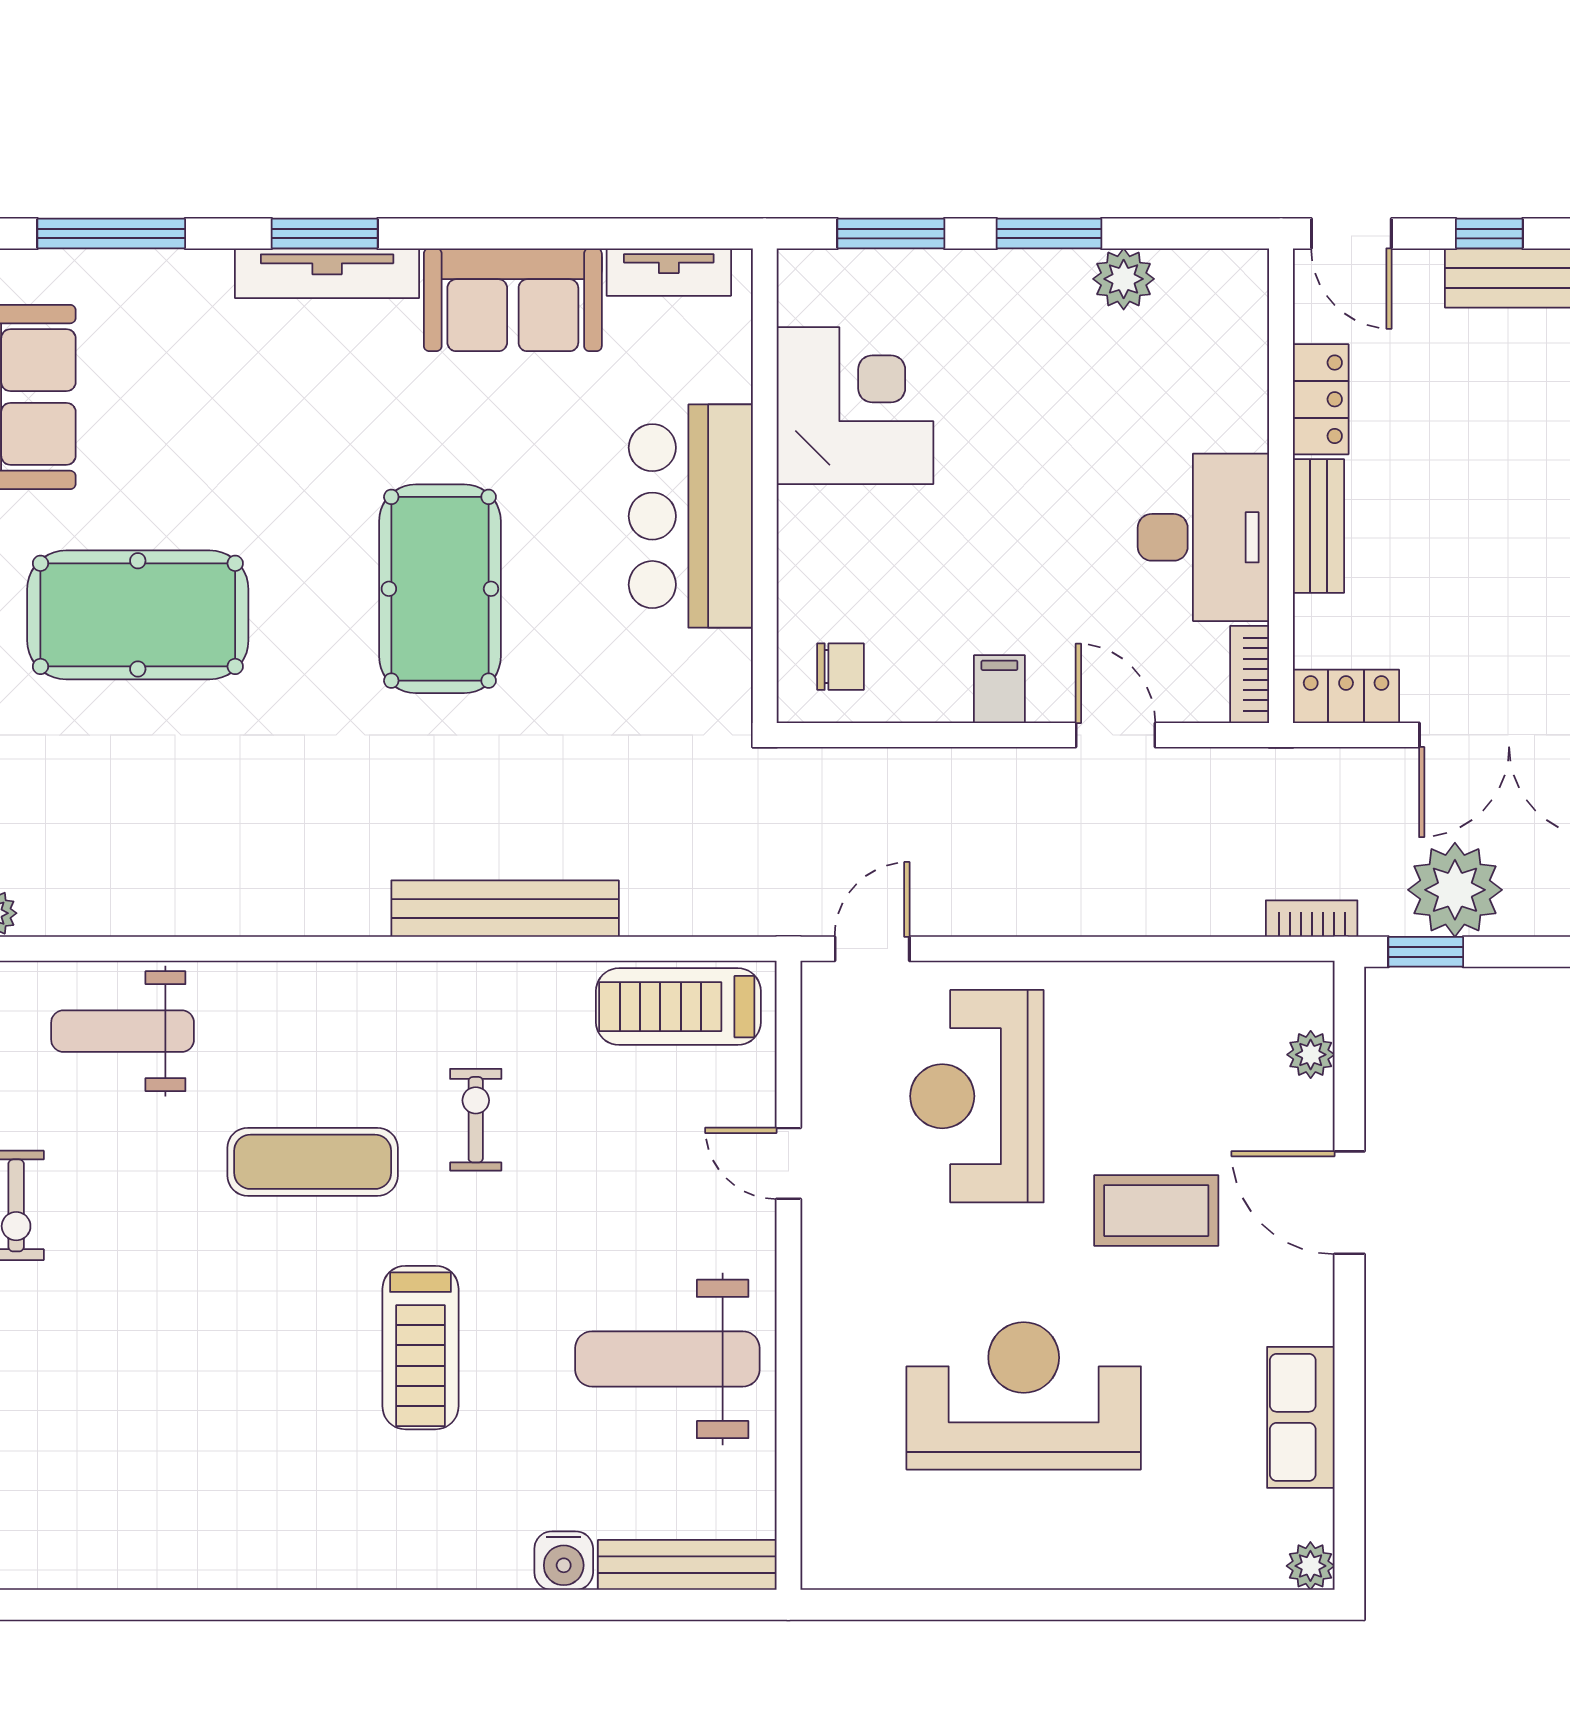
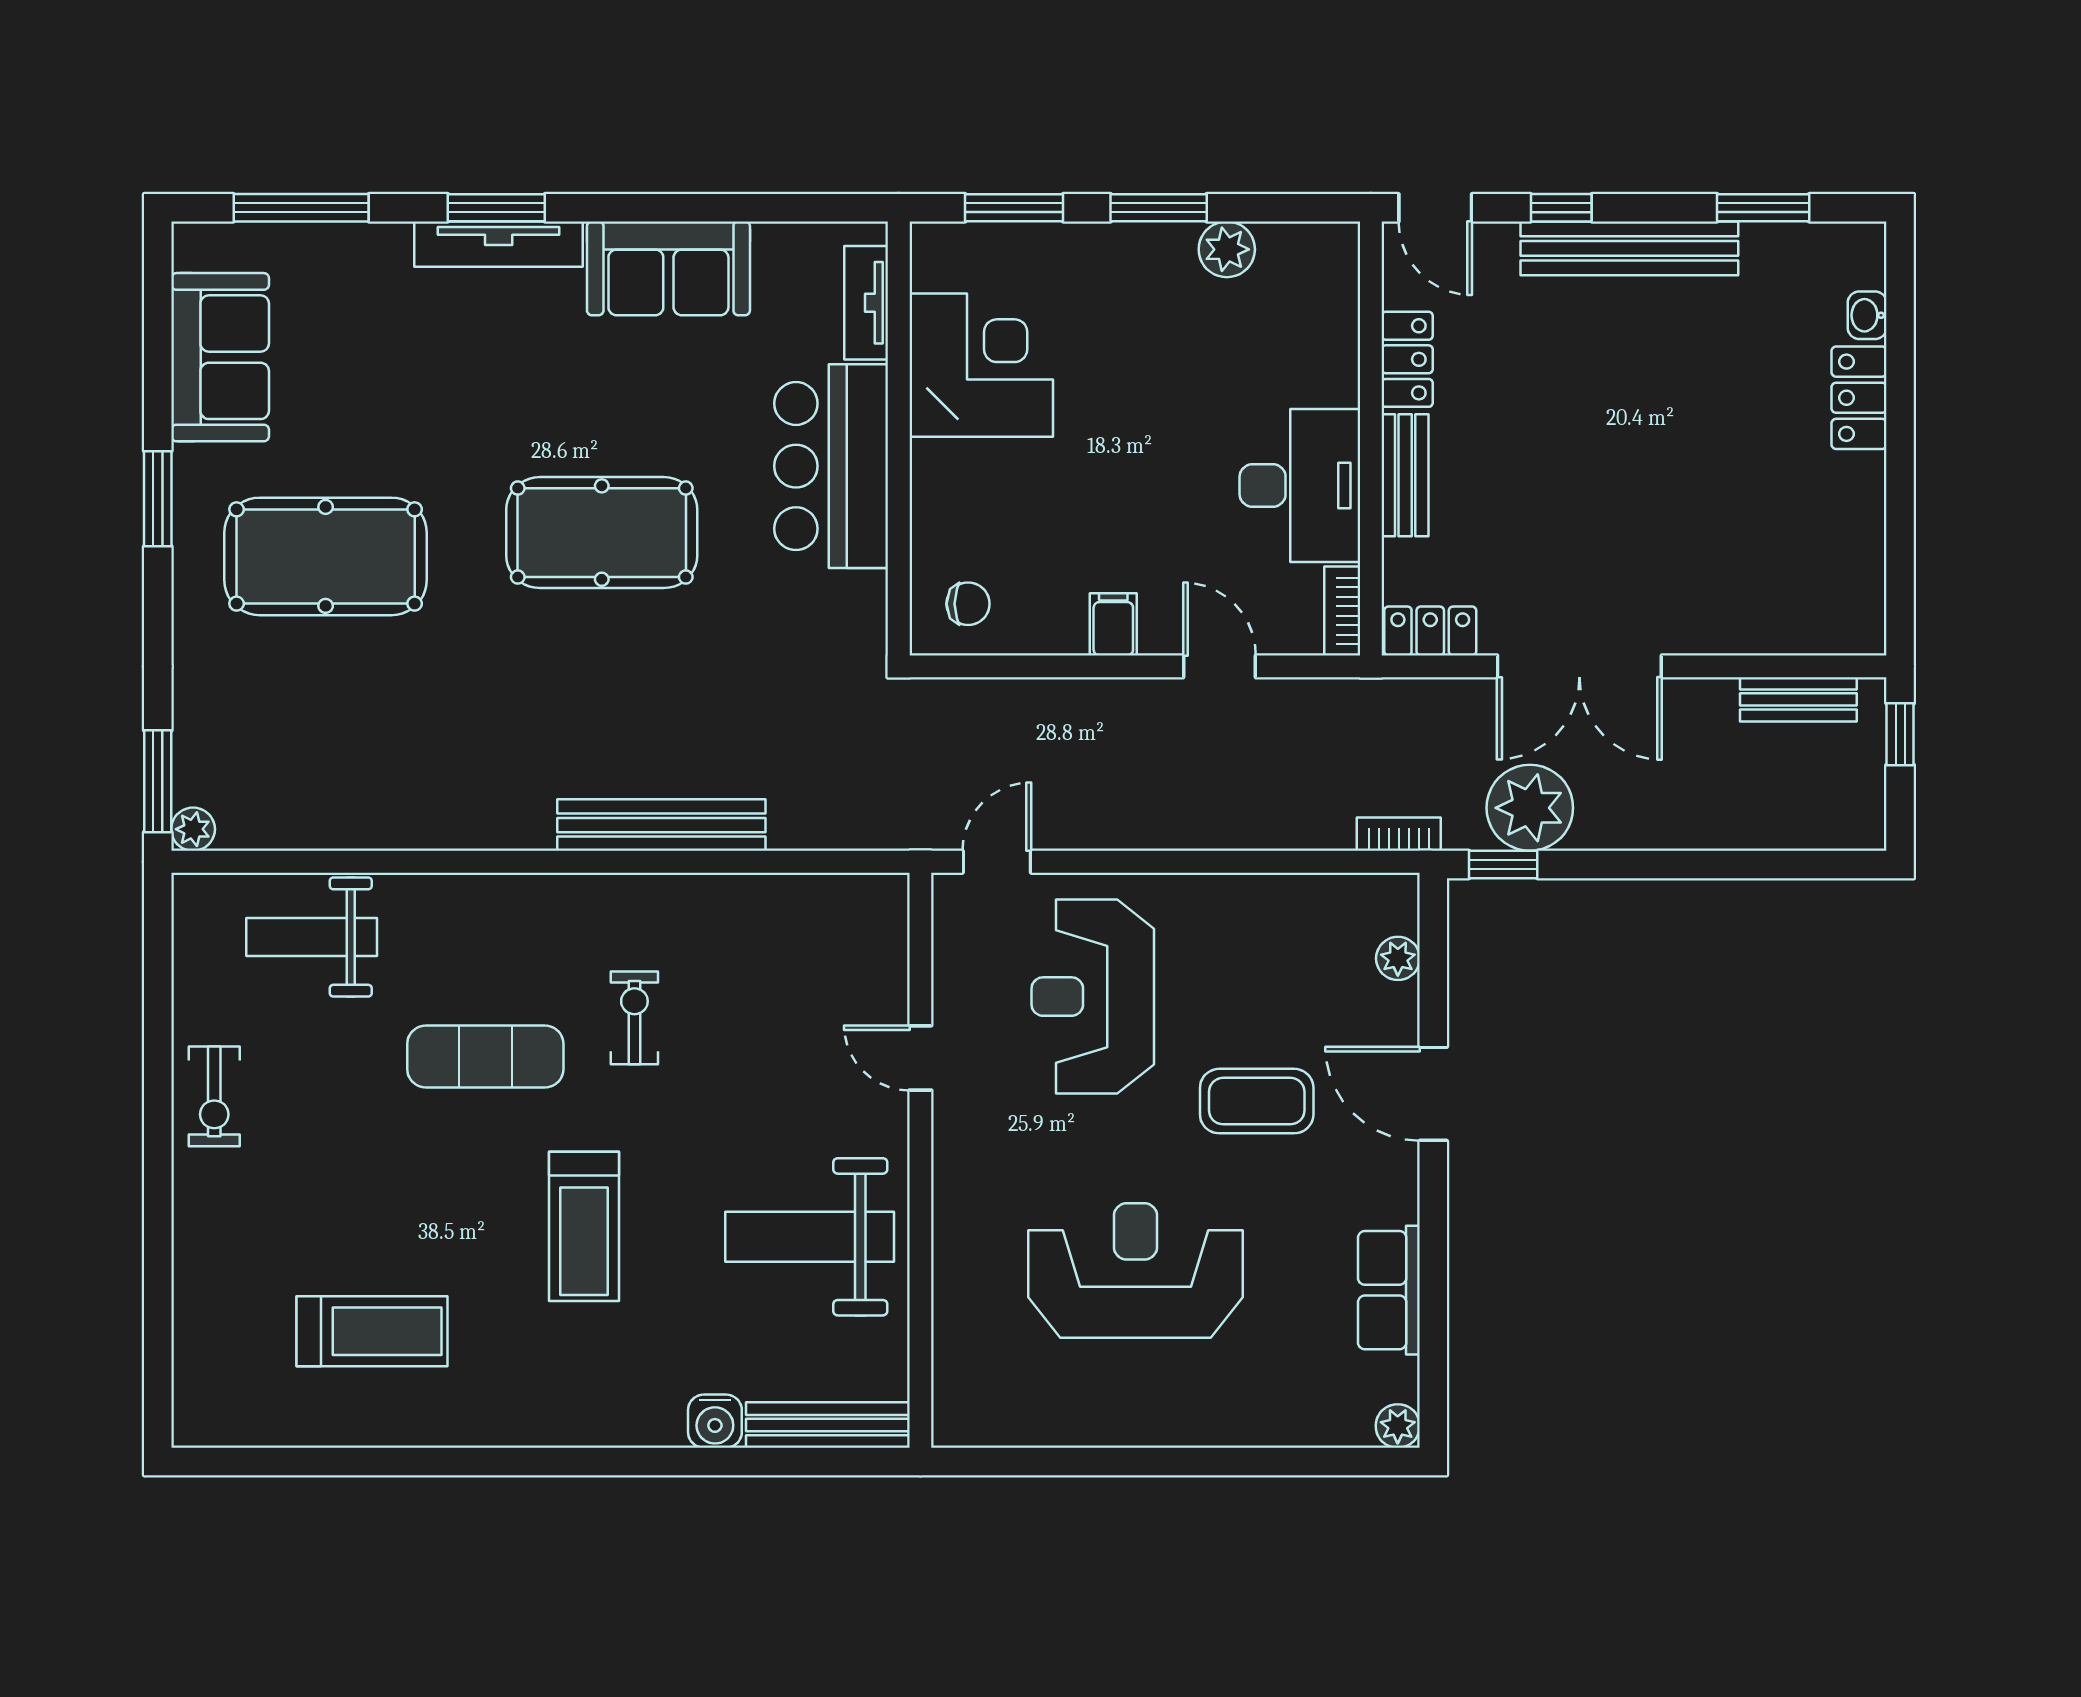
tv unit: (669, 272) -> (866, 303), moved, turned 90
pool table: (440, 589) -> (602, 533), turned 90
treadmill: (678, 1007) -> (372, 1331), moved, turned 180

